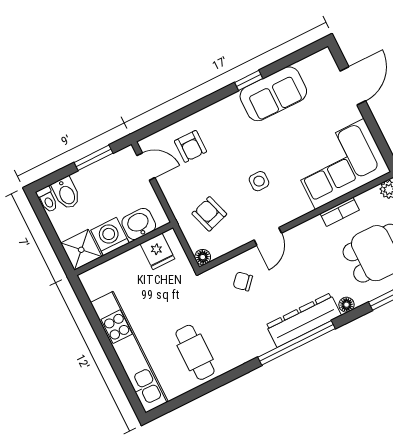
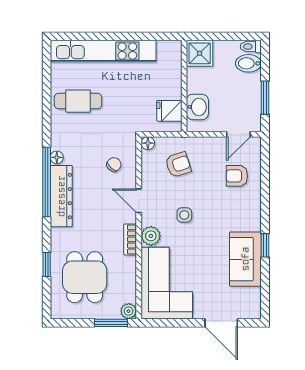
plant: (298, 205) -> (151, 236), added
bookcase: (340, 212) -> (130, 239), moved
washing machine: (110, 237) -> (199, 80), removed
floor lamp: (346, 305) -> (57, 157), moved

